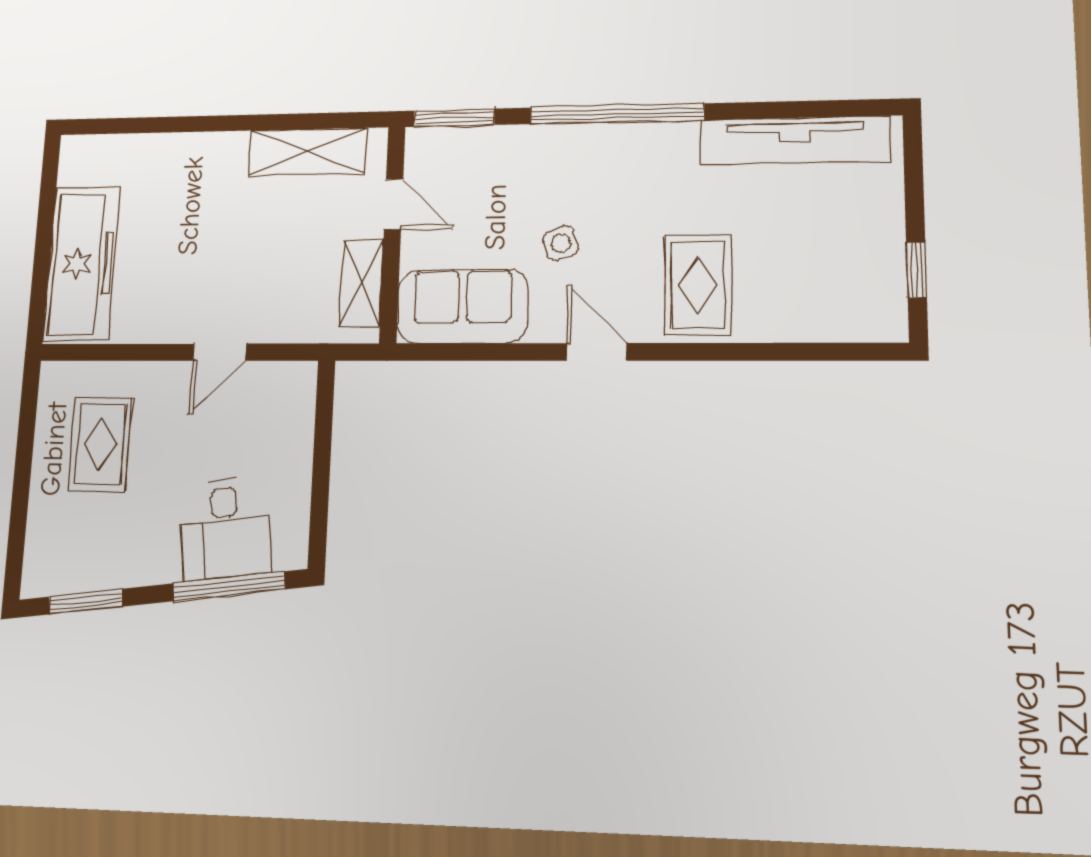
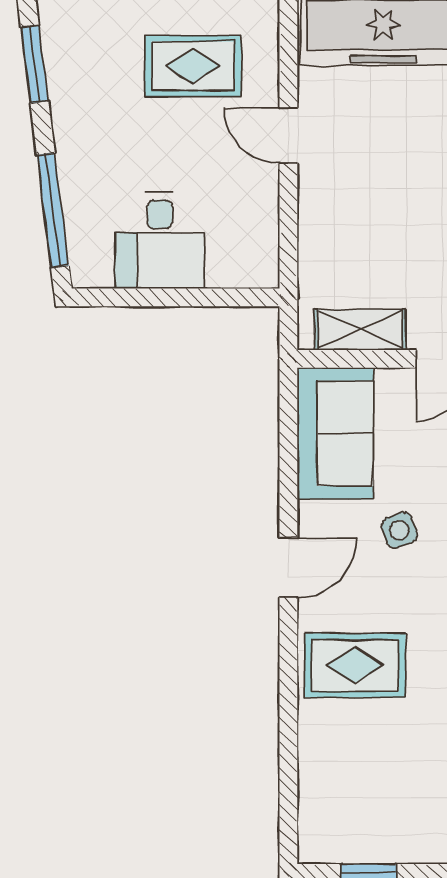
door: (220, 352) -> (288, 135), moved
desk: (225, 529) -> (160, 240), moved, turned -83

